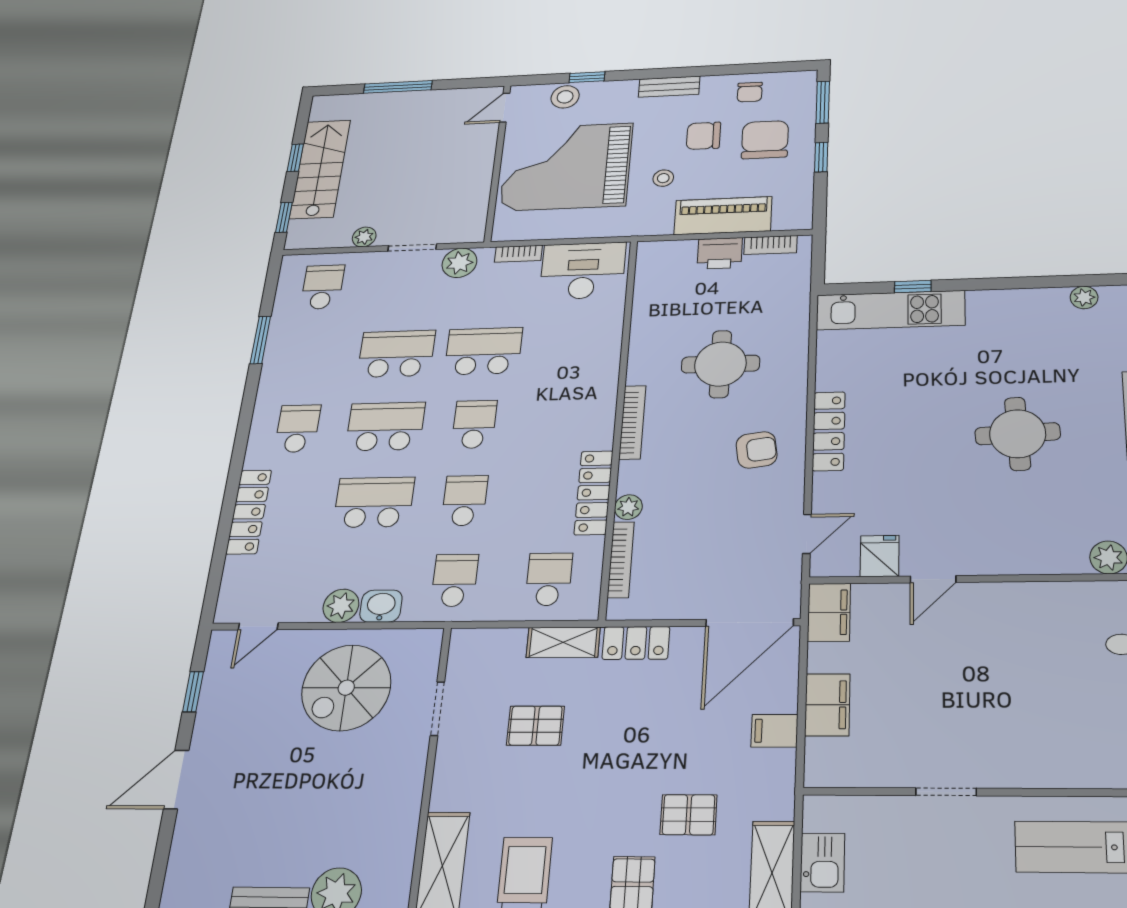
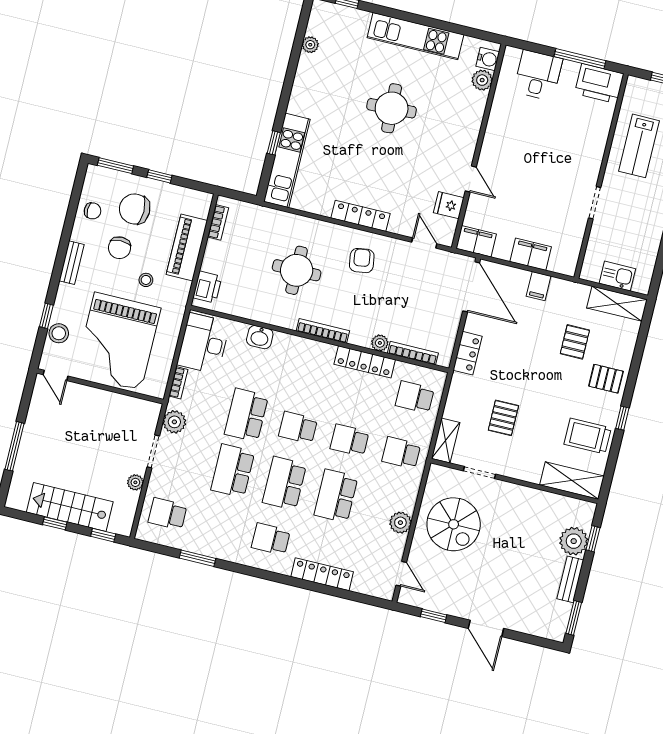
printer: (720, 253) -> (207, 287), moved
washbasin: (381, 606) -> (260, 337), moved, turned -90
shelving: (563, 642) -> (446, 441), moved

